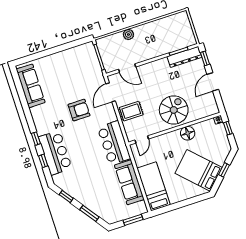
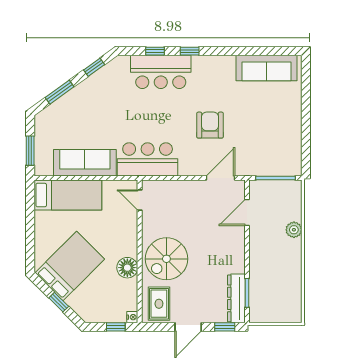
door: (213, 82) -> (188, 327), swing flipped
door: (111, 92) -> (220, 178), hinge flipped
armchair: (79, 110) -> (210, 125), turned 180
spiral stairs: (174, 110) -> (166, 259), turned 90
rug: (131, 111) -> (159, 304), moved

